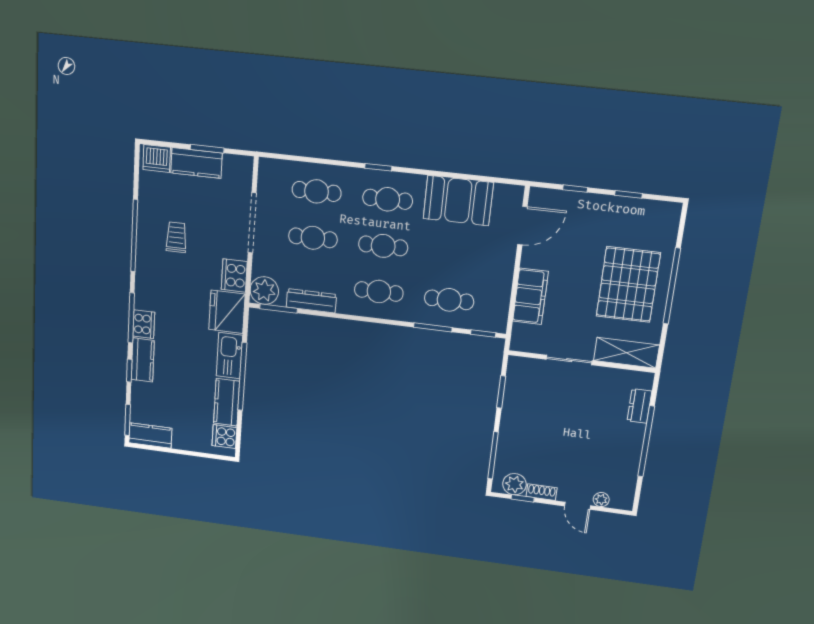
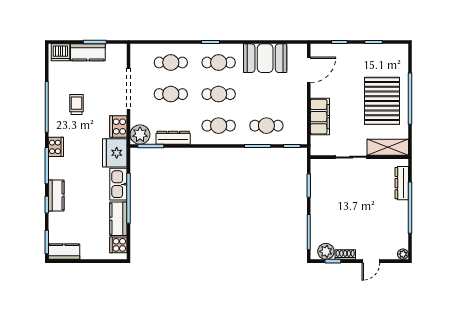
cooker: (144, 324) -> (56, 147), moved
dresser: (639, 406) -> (402, 183), width x1.44
plant: (601, 500) -> (403, 254), moved
door: (577, 506) -> (371, 261), hinge flipped

